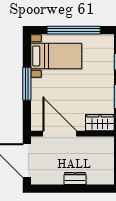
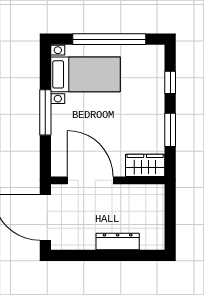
dresser: (75, 178) -> (118, 242), width x1.44

